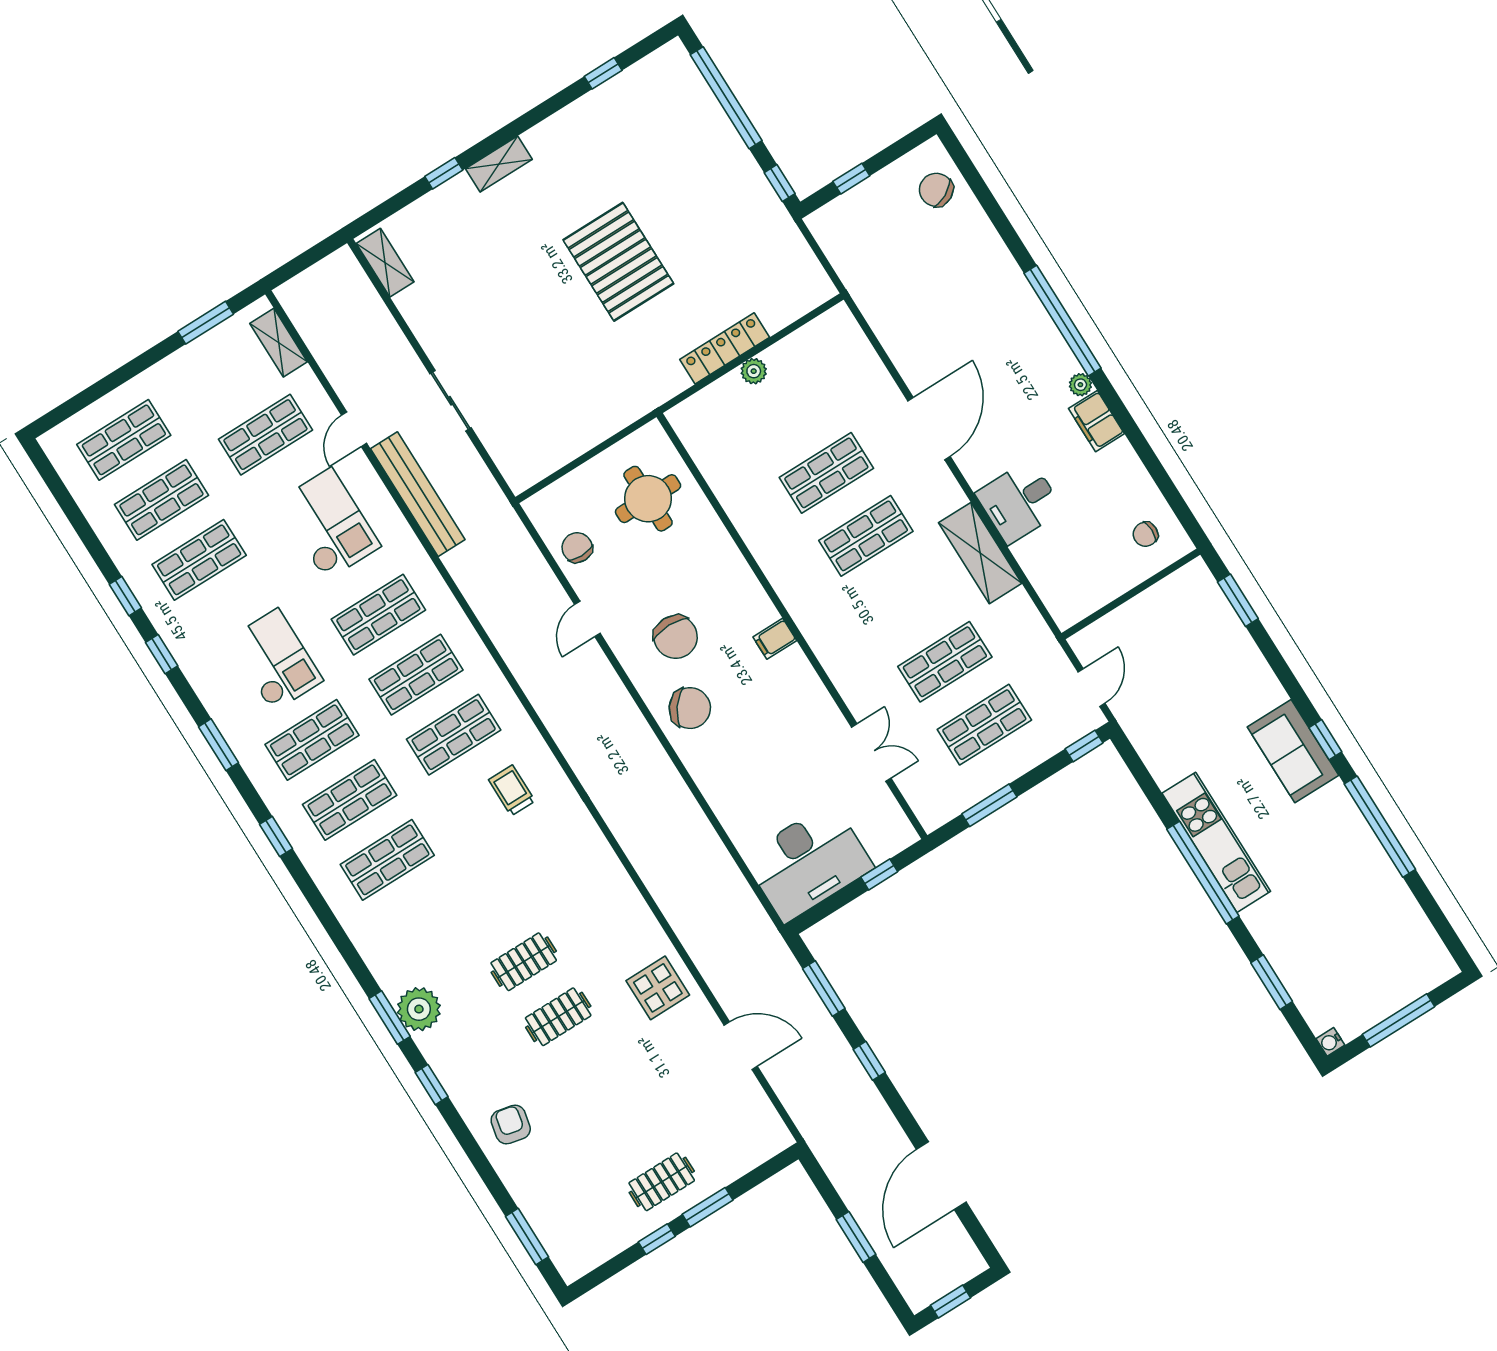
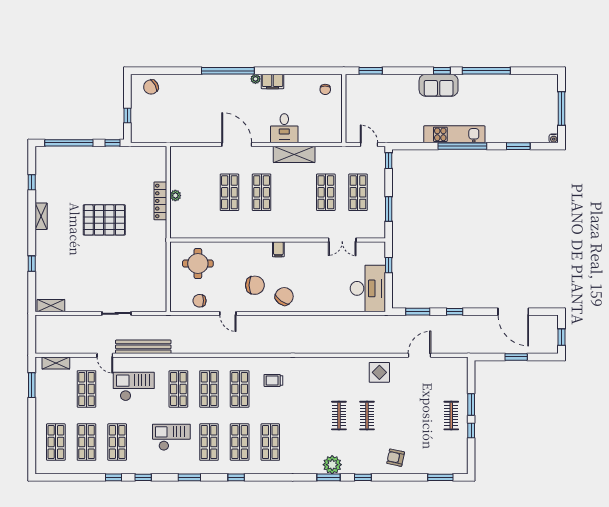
shelving: (499, 164) -> (41, 216), moved
double door: (871, 753) -> (342, 240), swing flipped

